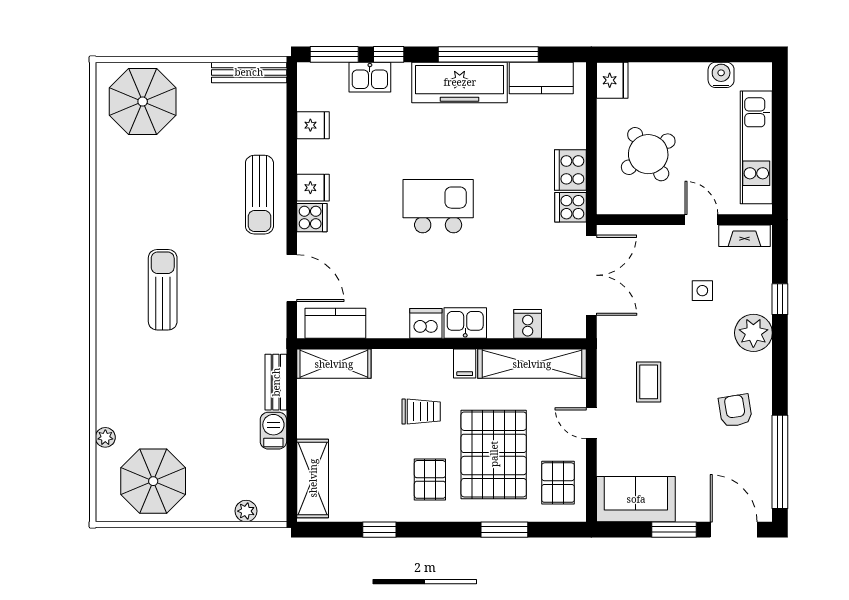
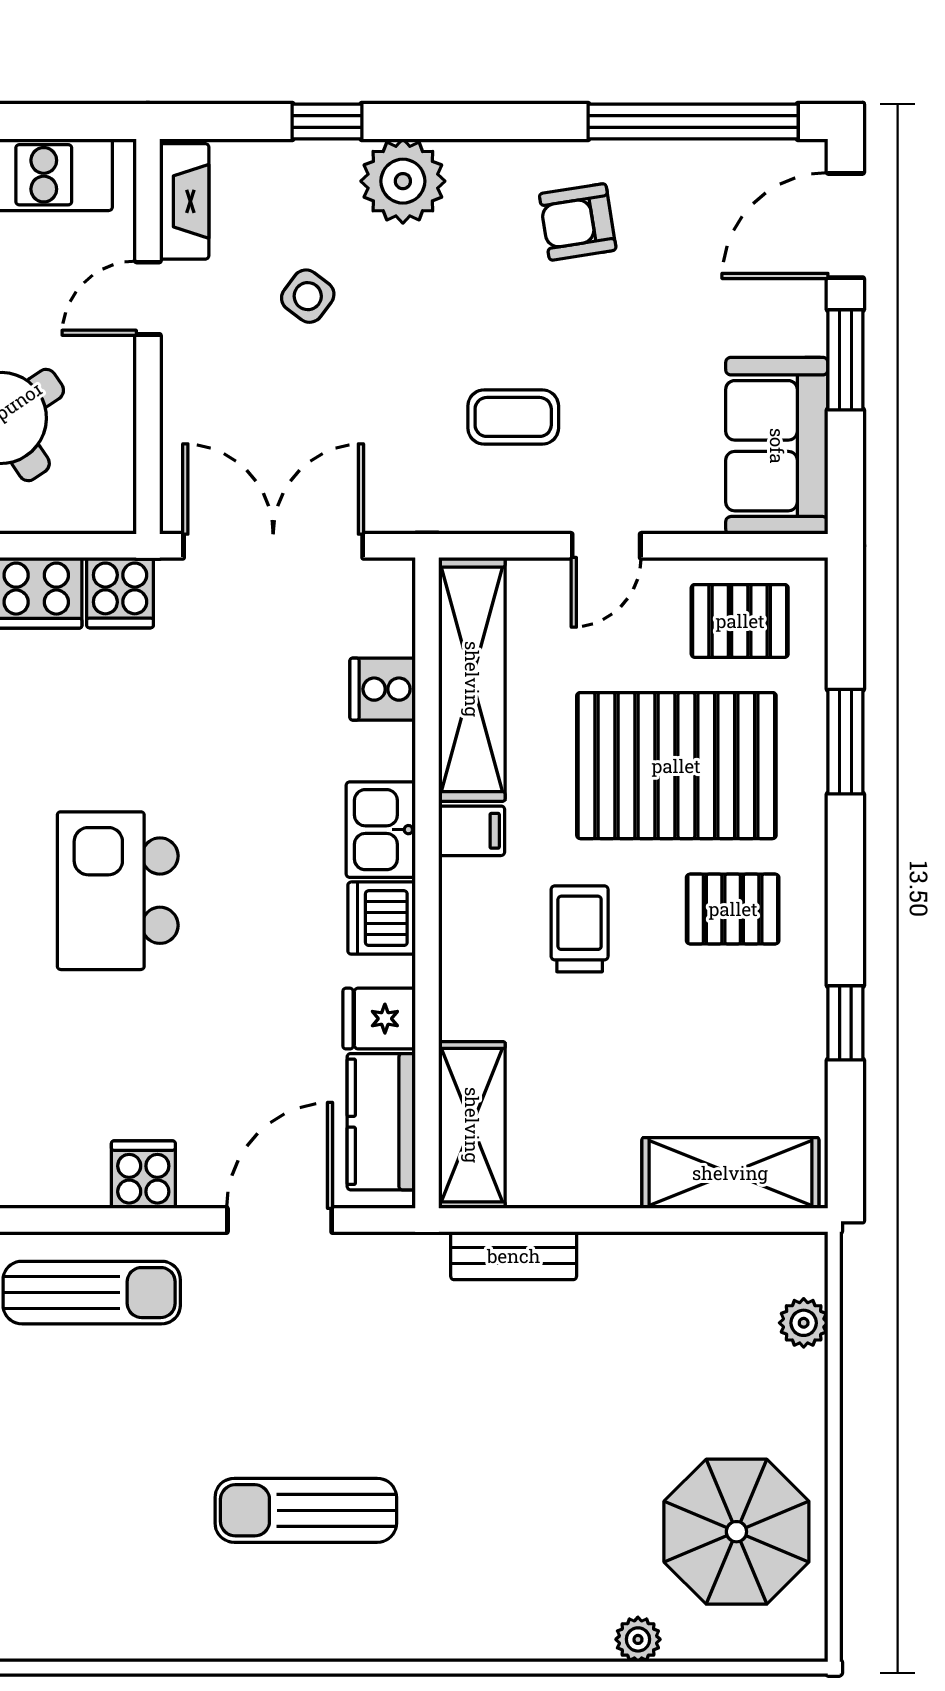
fridge: (313, 188) -> (379, 1019), moved, turned -90
side table: (702, 291) -> (308, 296), turned 37
barbecue: (273, 431) -> (623, 1261), removed

